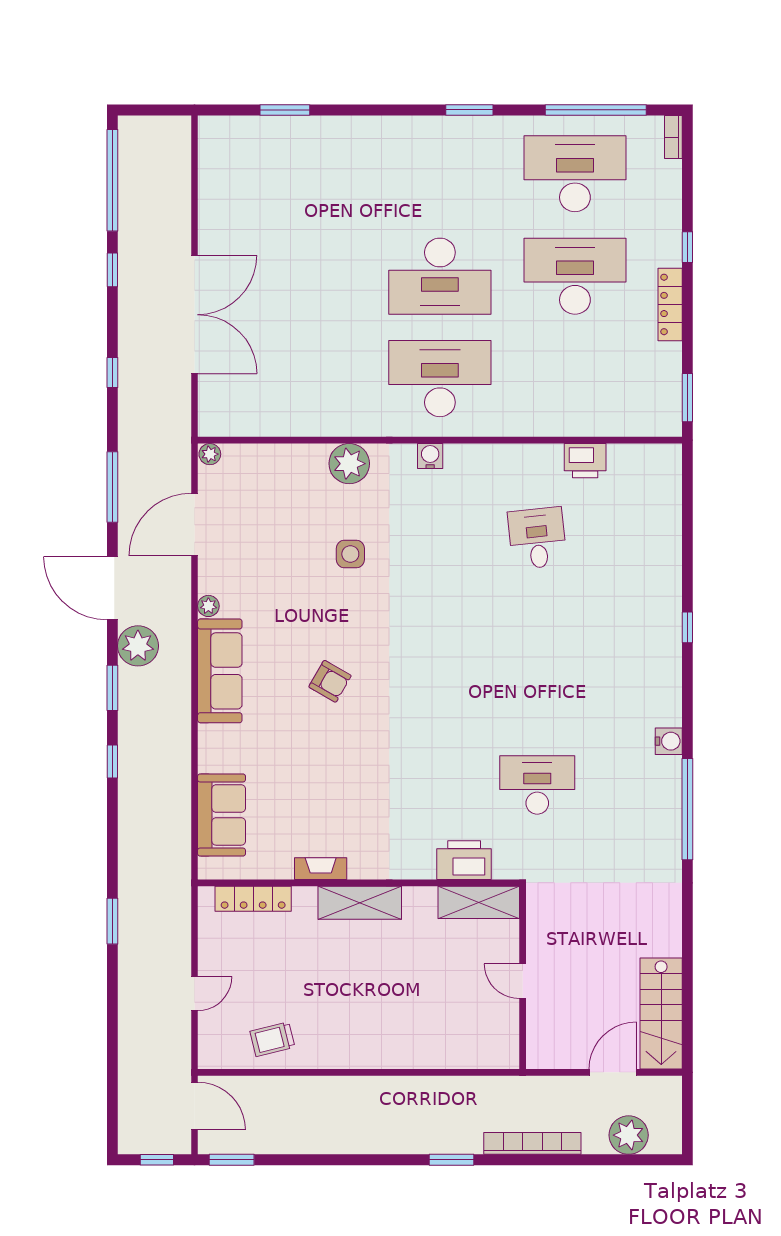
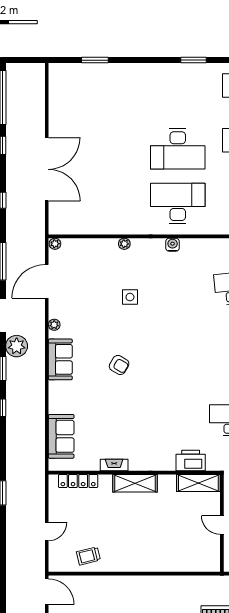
plant: (349, 464) -> (124, 244), width x0.53, depth x0.53
sofa: (220, 671) -> (60, 359), width x0.73

